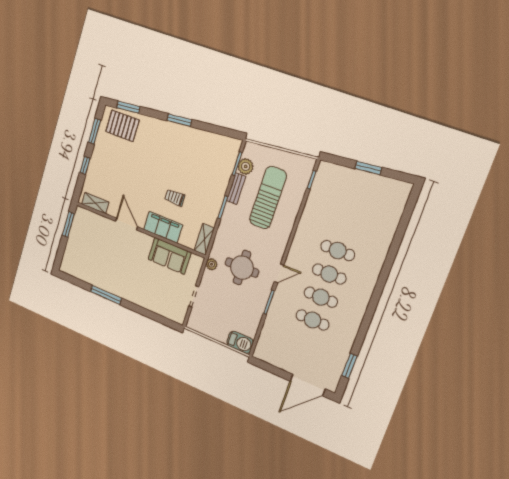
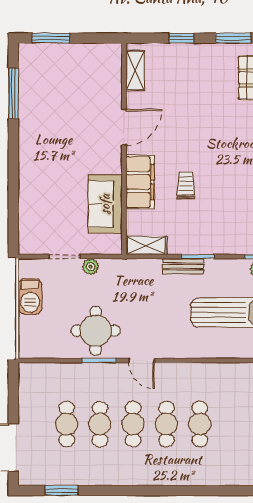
bench: (236, 189) -> (183, 266), moved
window: (68, 225) -> (51, 38), moved
plant: (212, 264) -> (91, 267), moved
round table: (242, 268) -> (96, 331), moved
window: (106, 295) -> (13, 93), moved
barbecue: (240, 342) -> (30, 296), moved
cafe table: (304, 342) -> (67, 424), added

